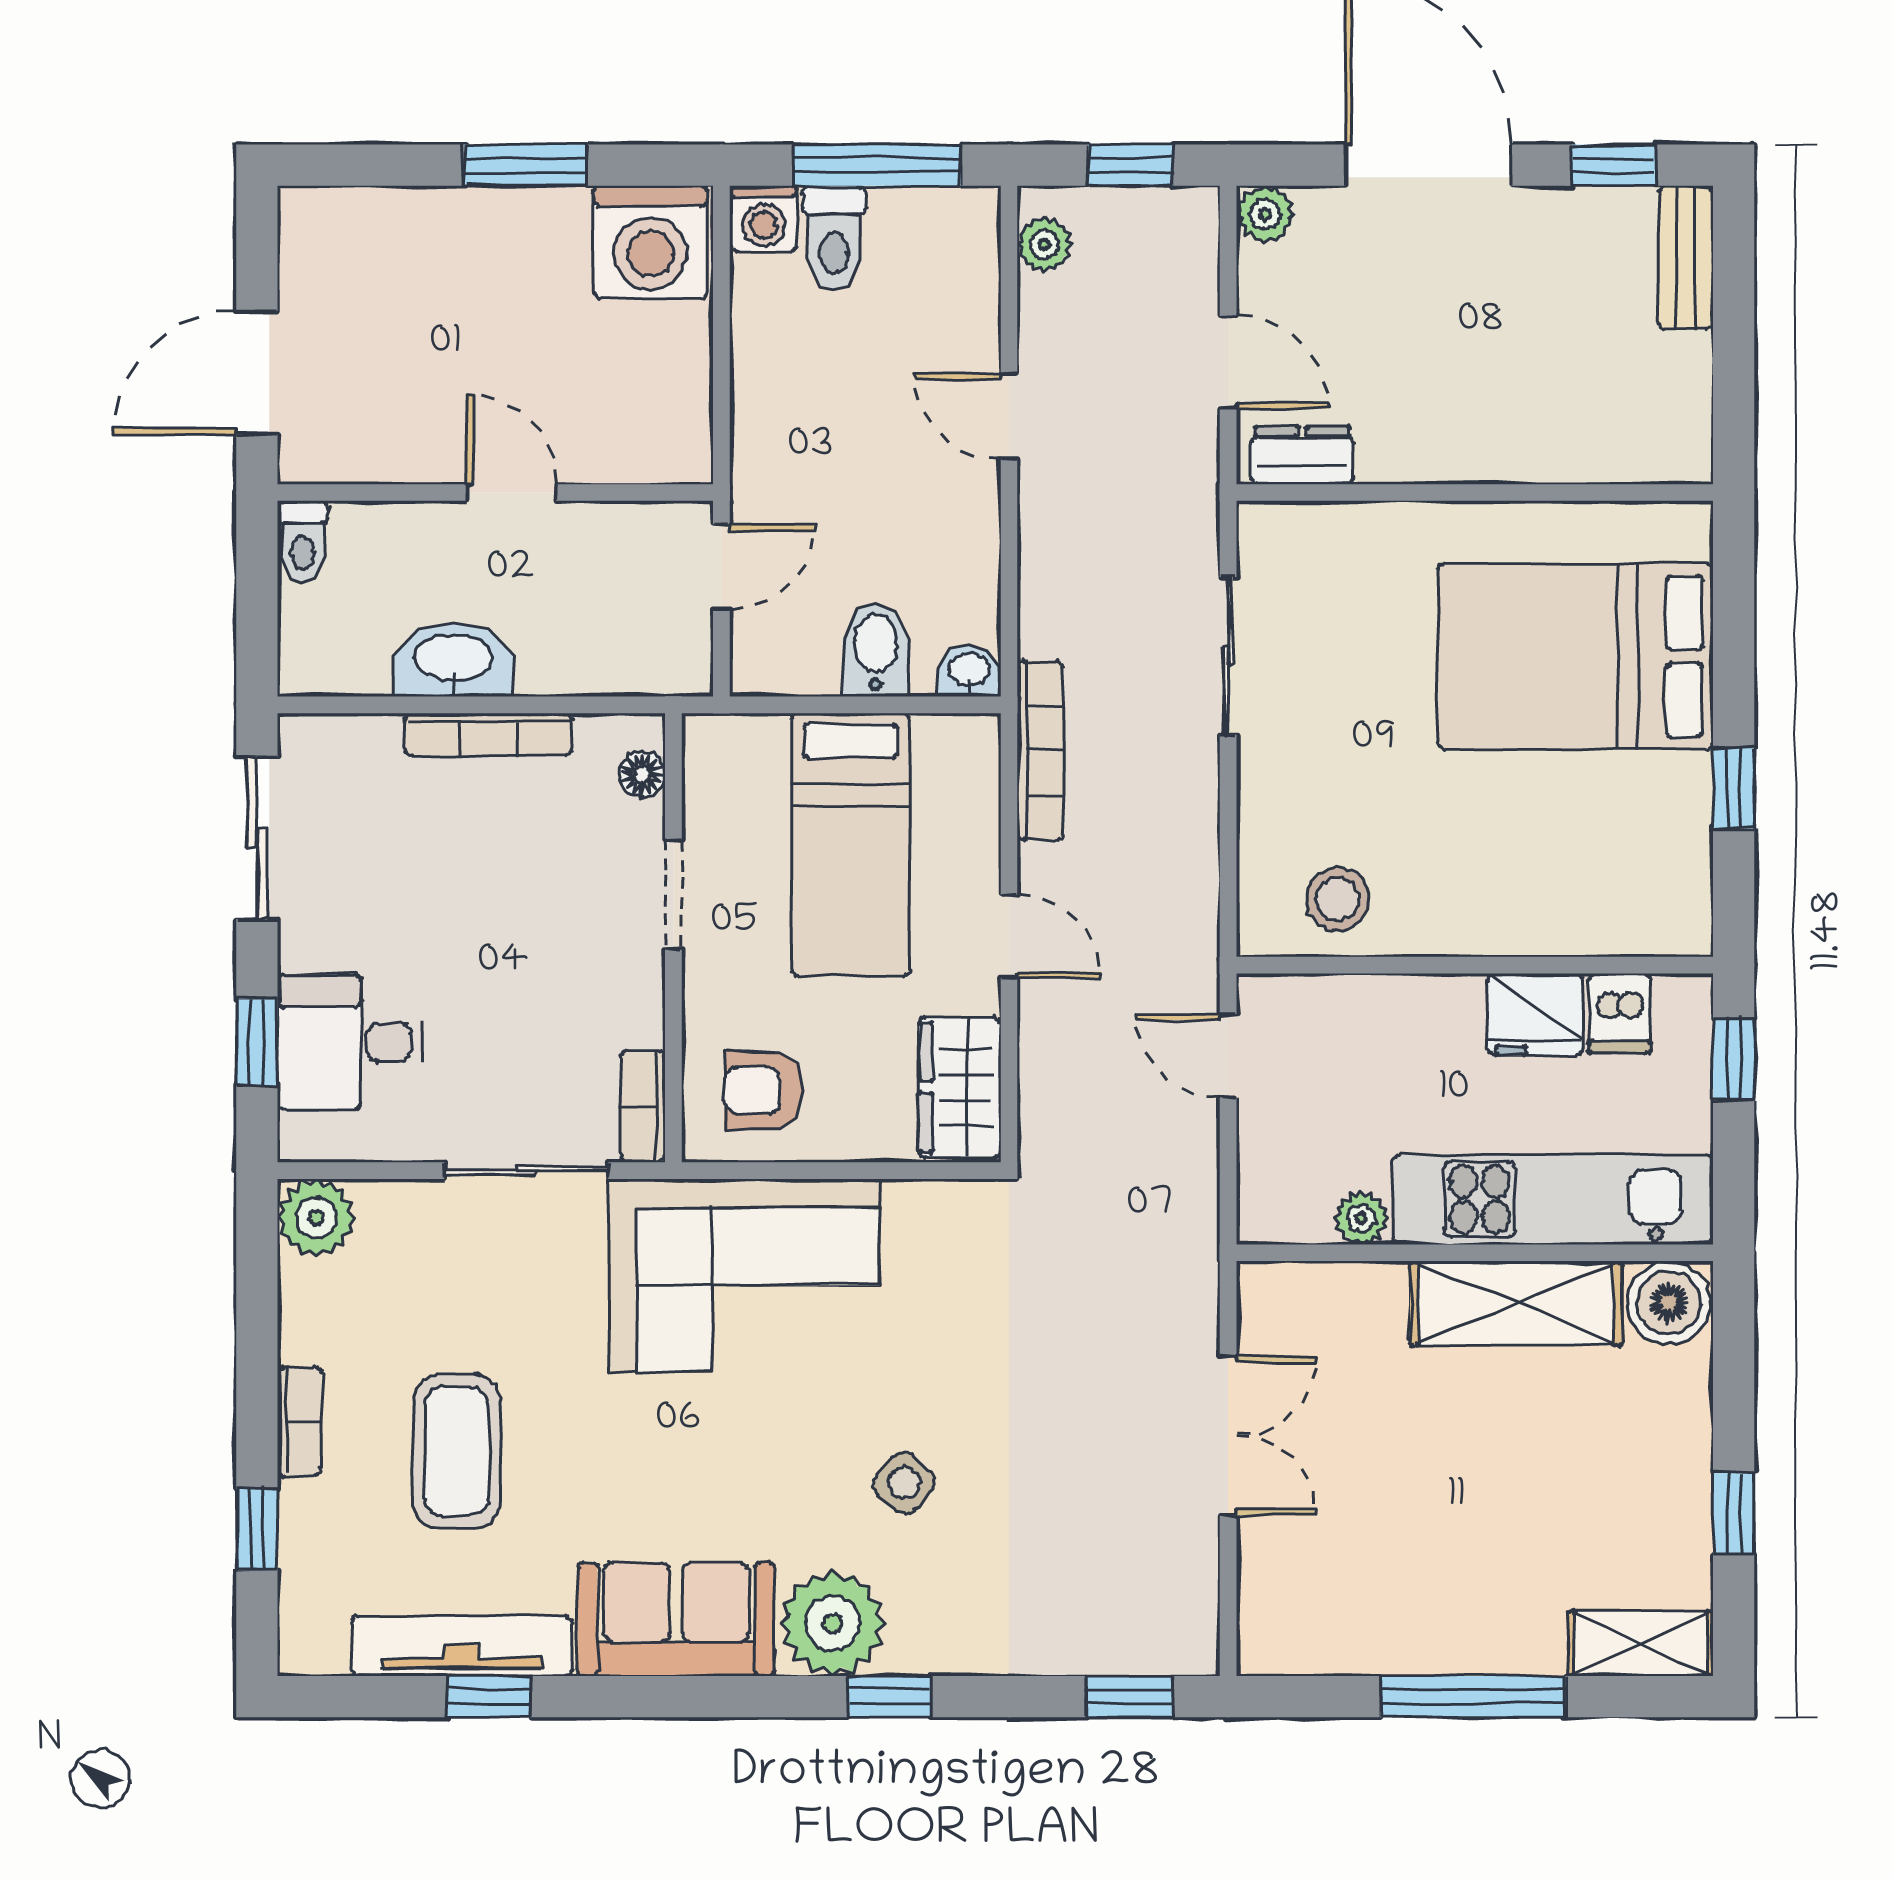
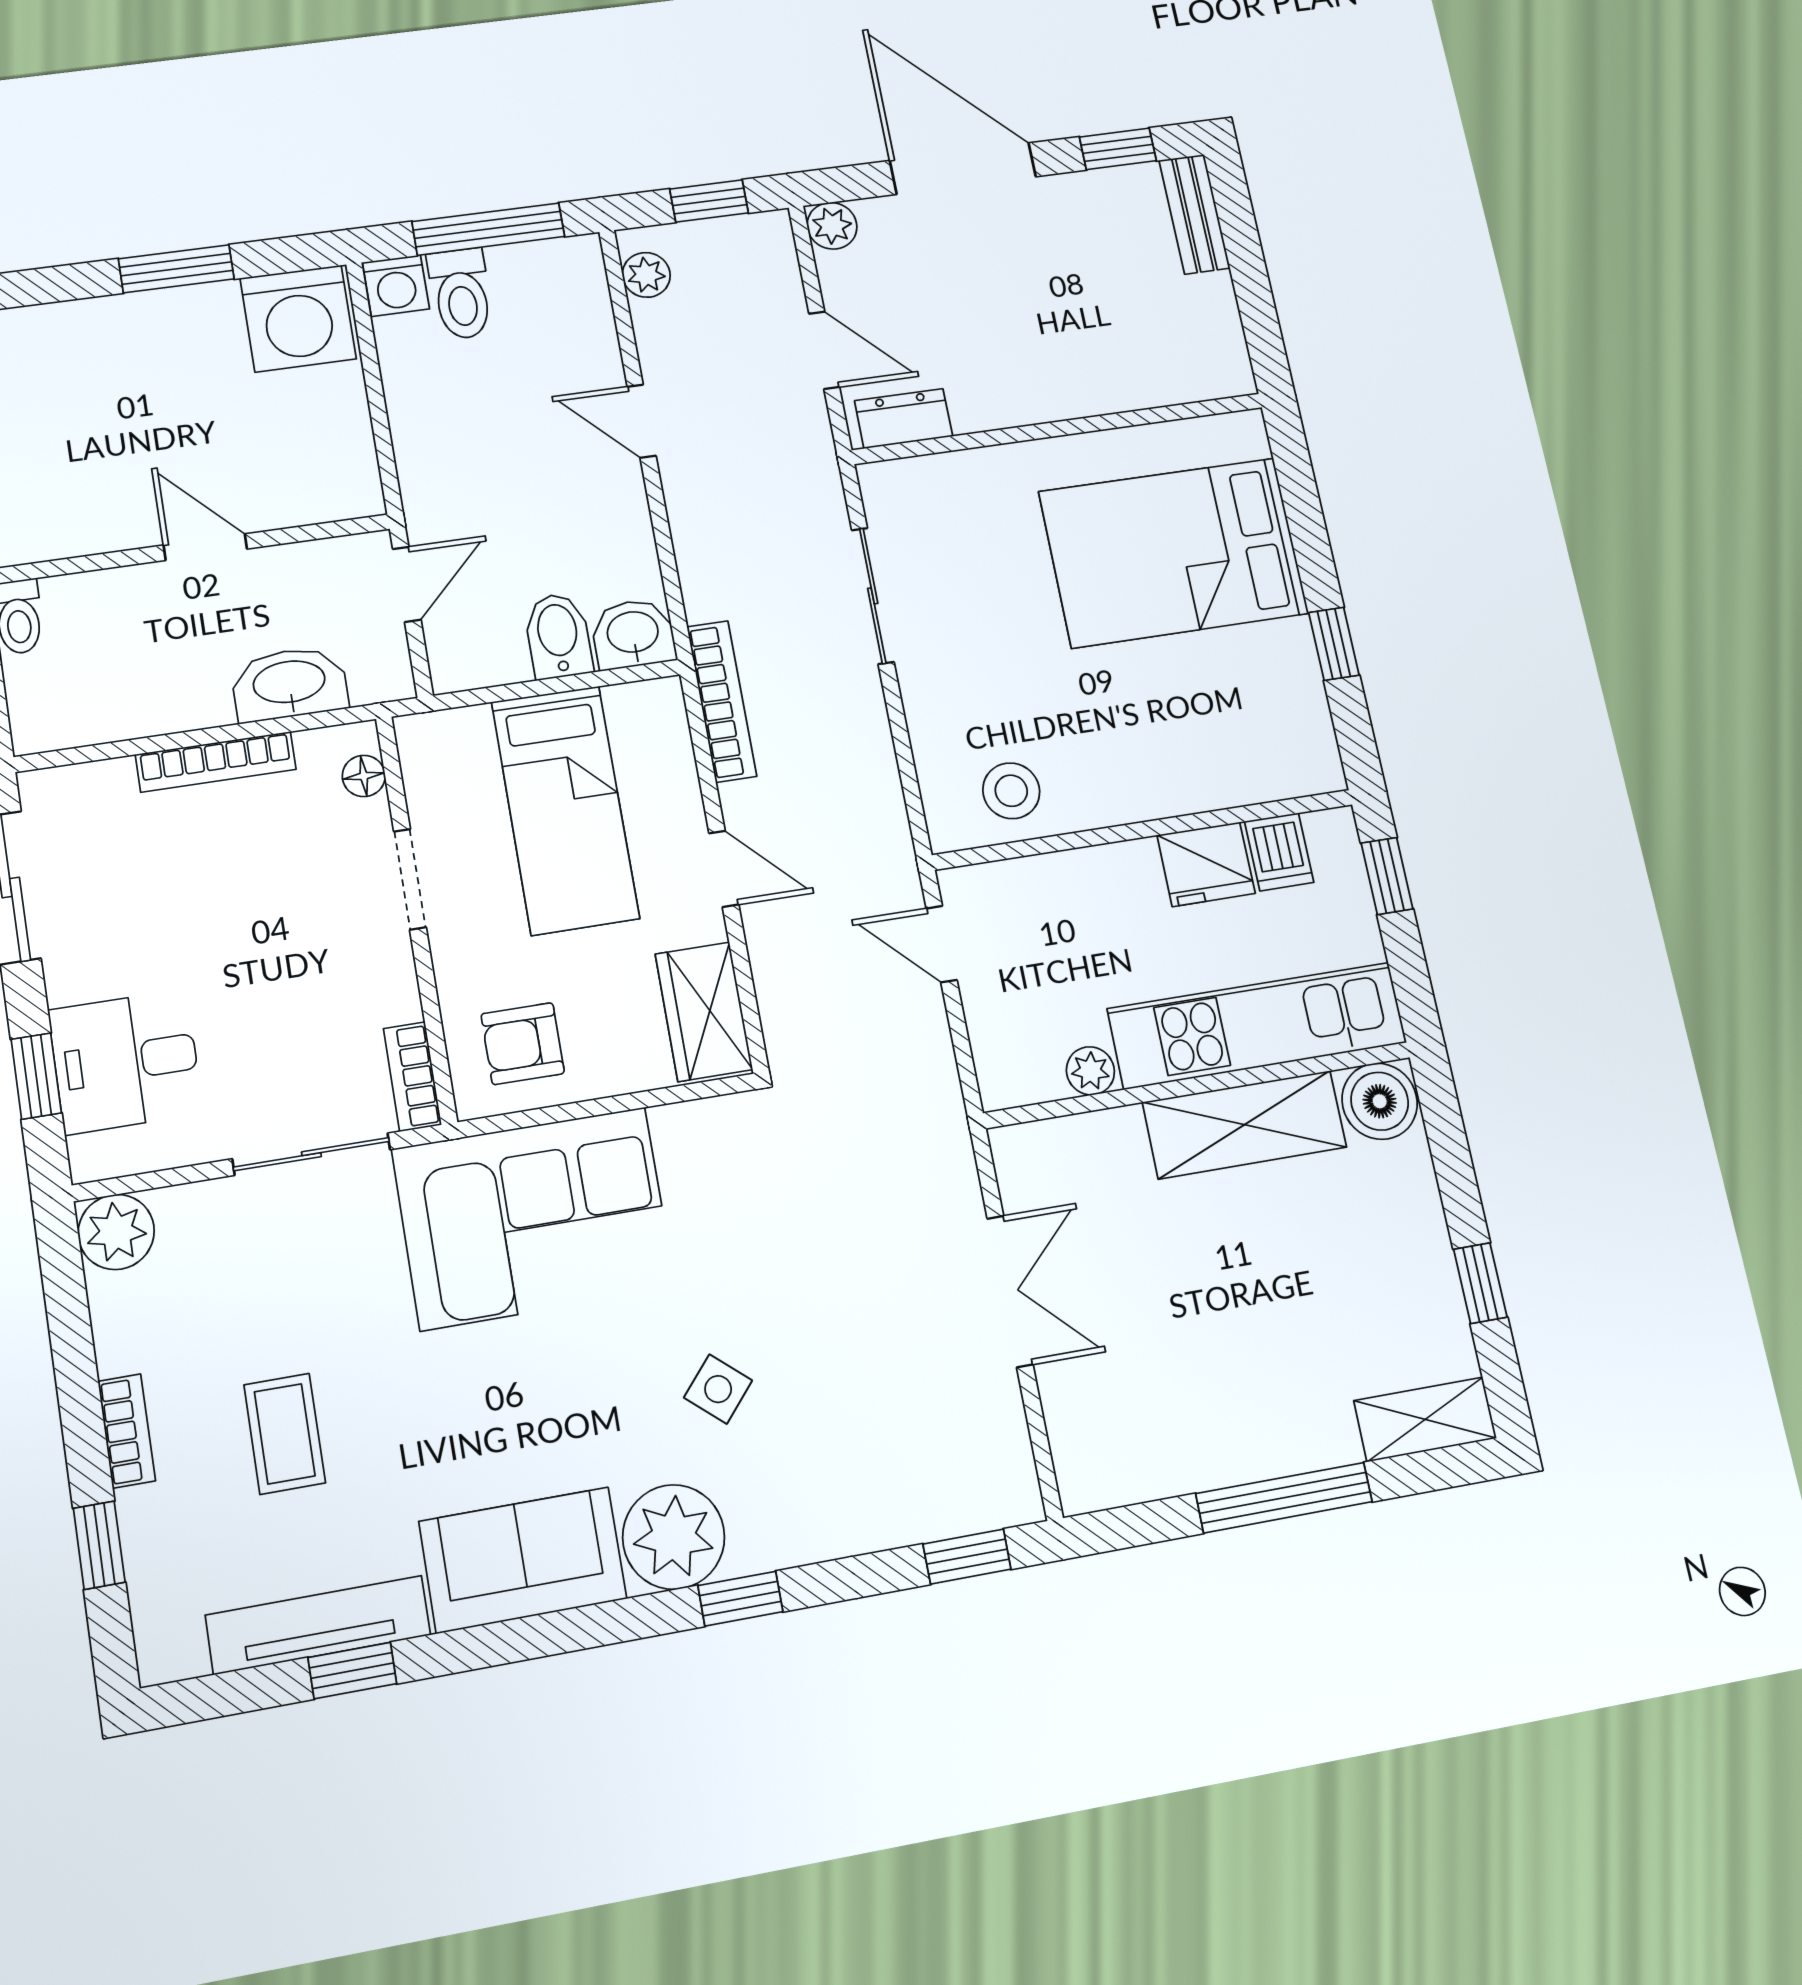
washbasin: (453, 660) -> (289, 684), moved
washbasin: (969, 671) -> (633, 634), width x1.38, depth x1.45
coffee table: (457, 1451) -> (285, 1434), width x0.73, depth x0.77

